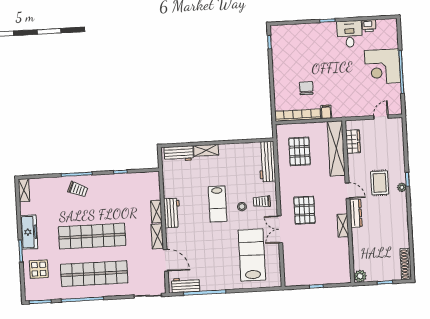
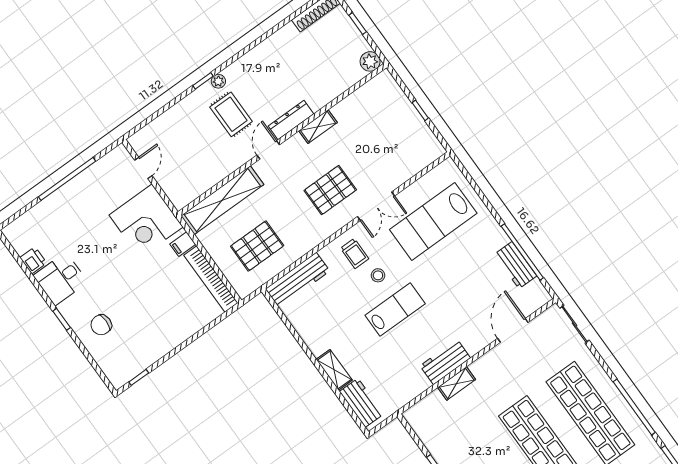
corner desk: (382, 67) -> (146, 221), moved, turned 90
chair: (306, 88) -> (101, 325), moved
door: (381, 117) -> (143, 168), swing flipped
wardrobe: (353, 142) -> (199, 184), removed
rug: (380, 183) -> (231, 114), turned 90
shelving: (157, 236) -> (488, 362), removed
workbench: (186, 285) -> (515, 265), moved

